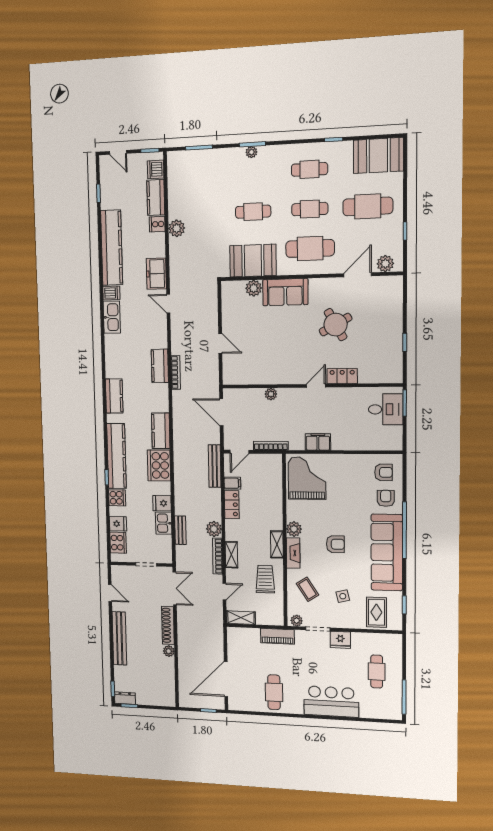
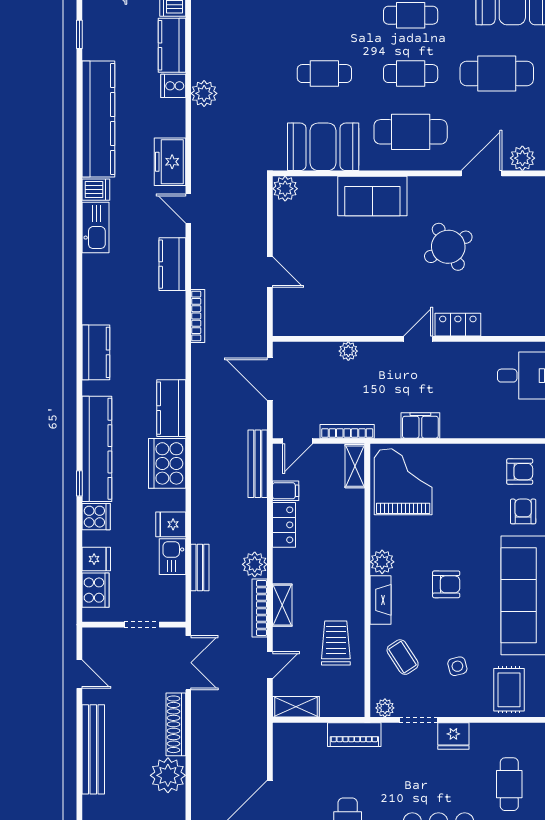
plant: (254, 288) -> (285, 189), moved
kitchen counter: (160, 366) -> (172, 264), moved
shelving: (277, 544) -> (355, 466), moved
plant: (169, 651) -> (168, 775), width x1.88, depth x1.88

